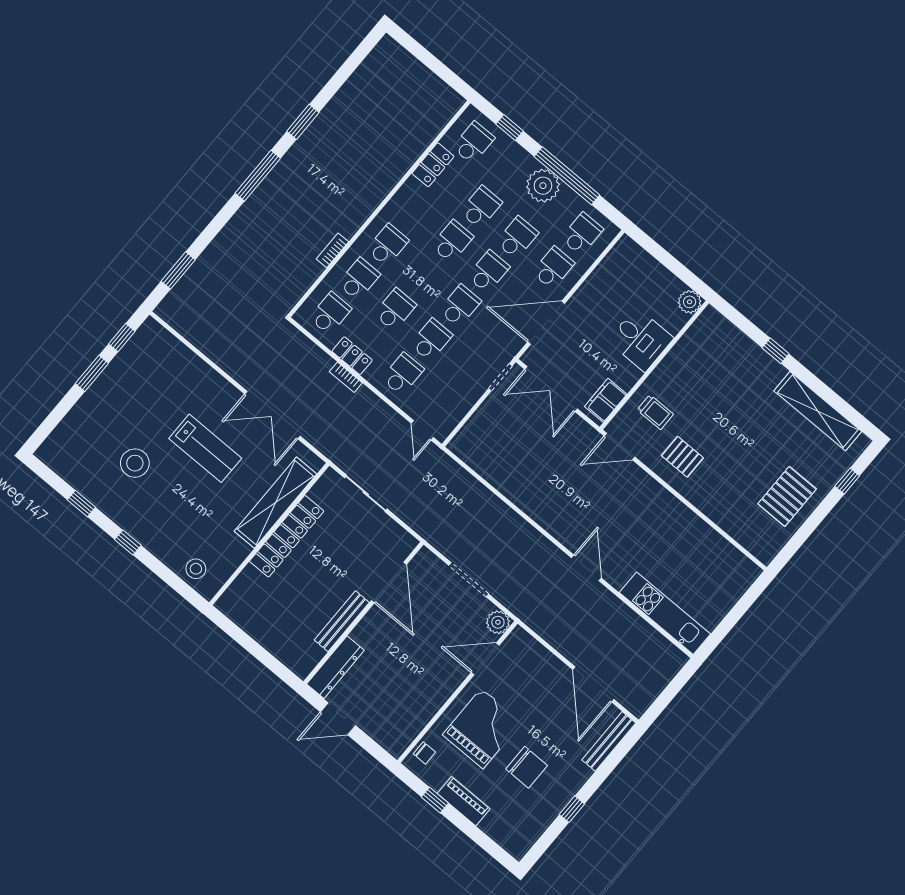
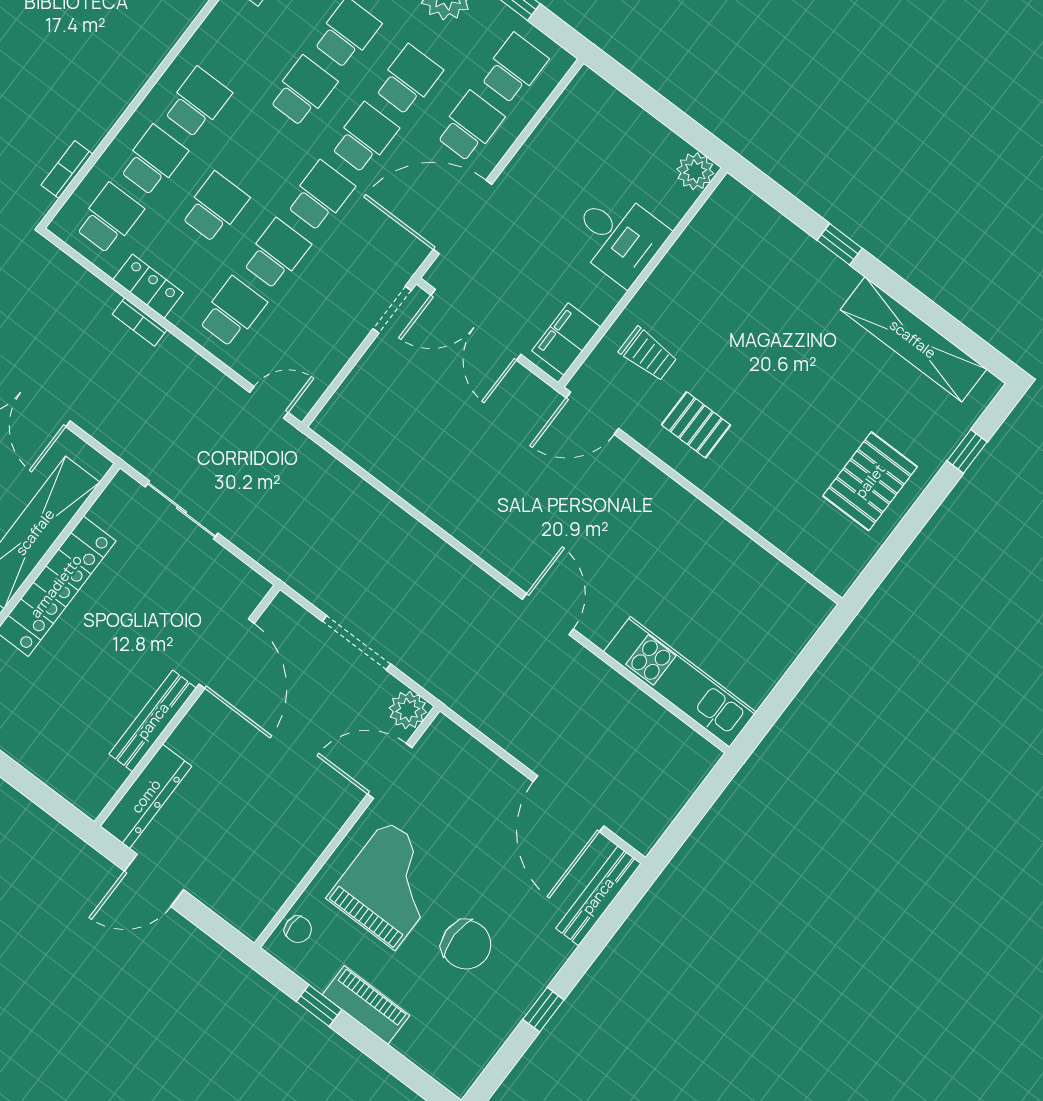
bookcase: (332, 250) -> (67, 170), moved
door: (422, 430) -> (269, 402), swing flipped

